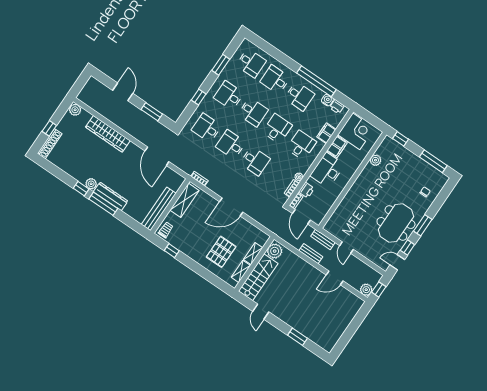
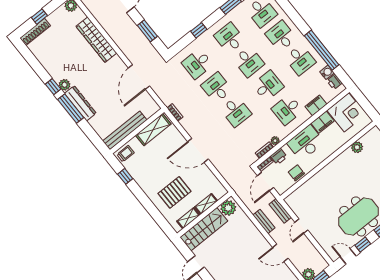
desk: (207, 128) -> (197, 64), turned -90
desk: (301, 145) -> (287, 110), turned 180
chair: (327, 200) -> (296, 173), added

